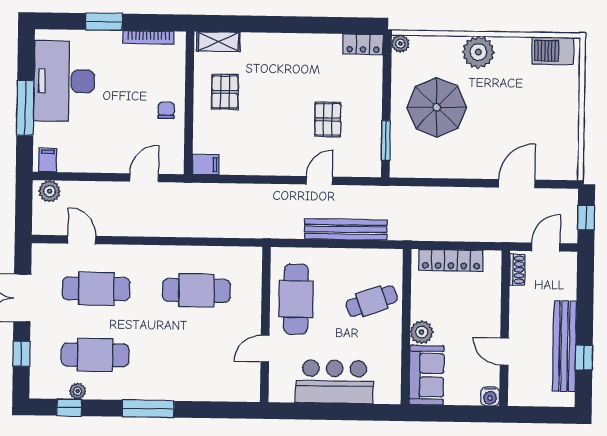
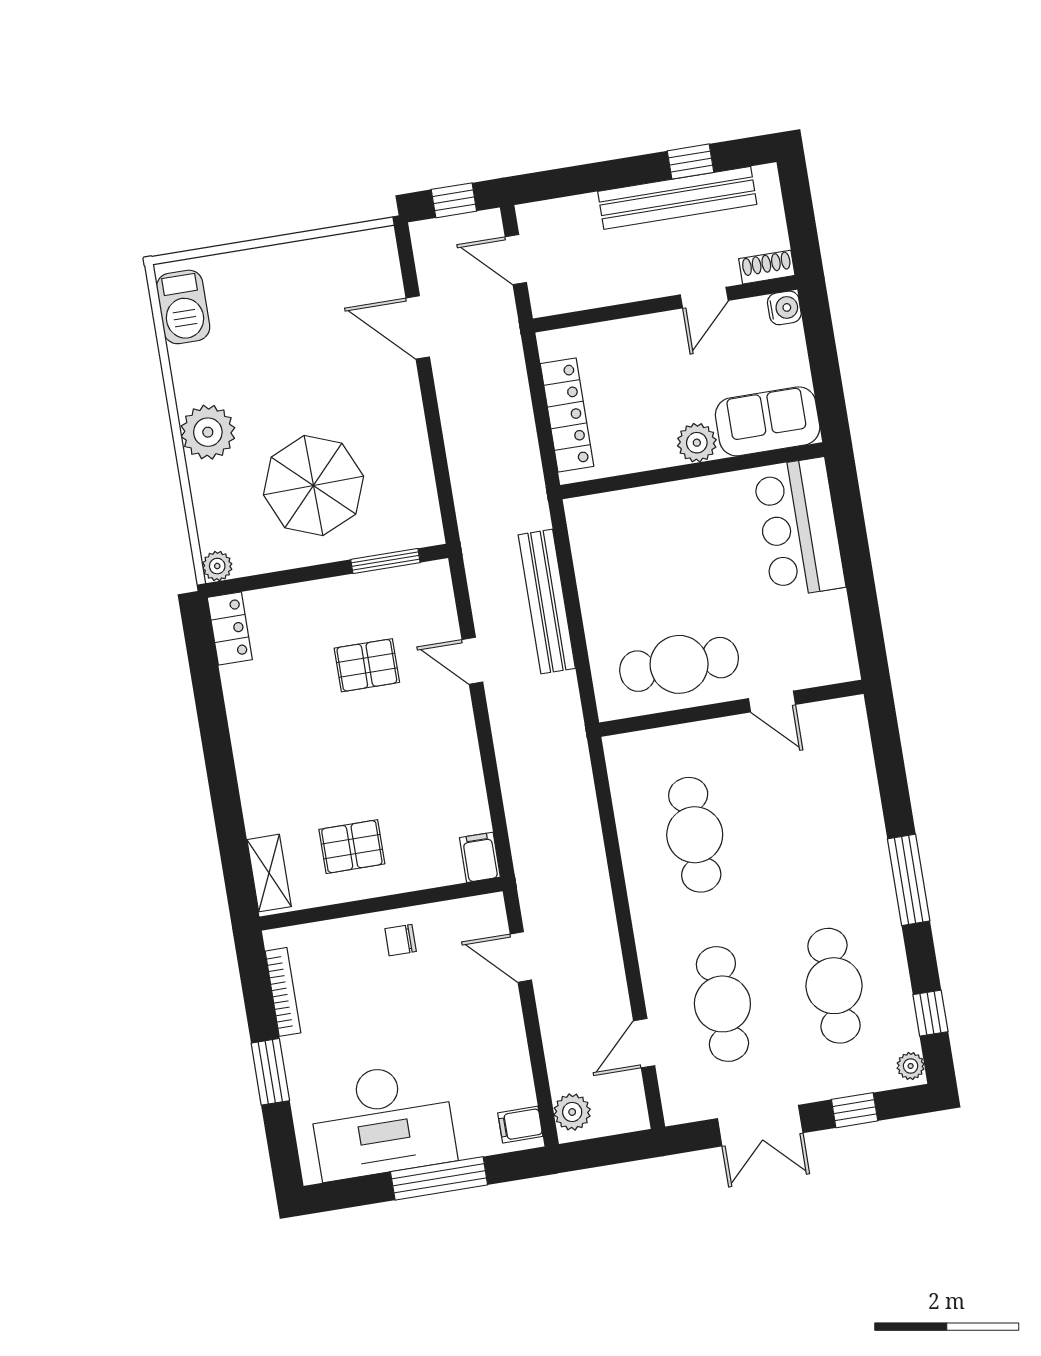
shoe rack: (517, 270) -> (767, 267), moved
cafe table: (372, 301) -> (660, 536), removed
bar counter: (334, 382) -> (799, 528), moved
plant: (78, 391) -> (911, 1066), moved

